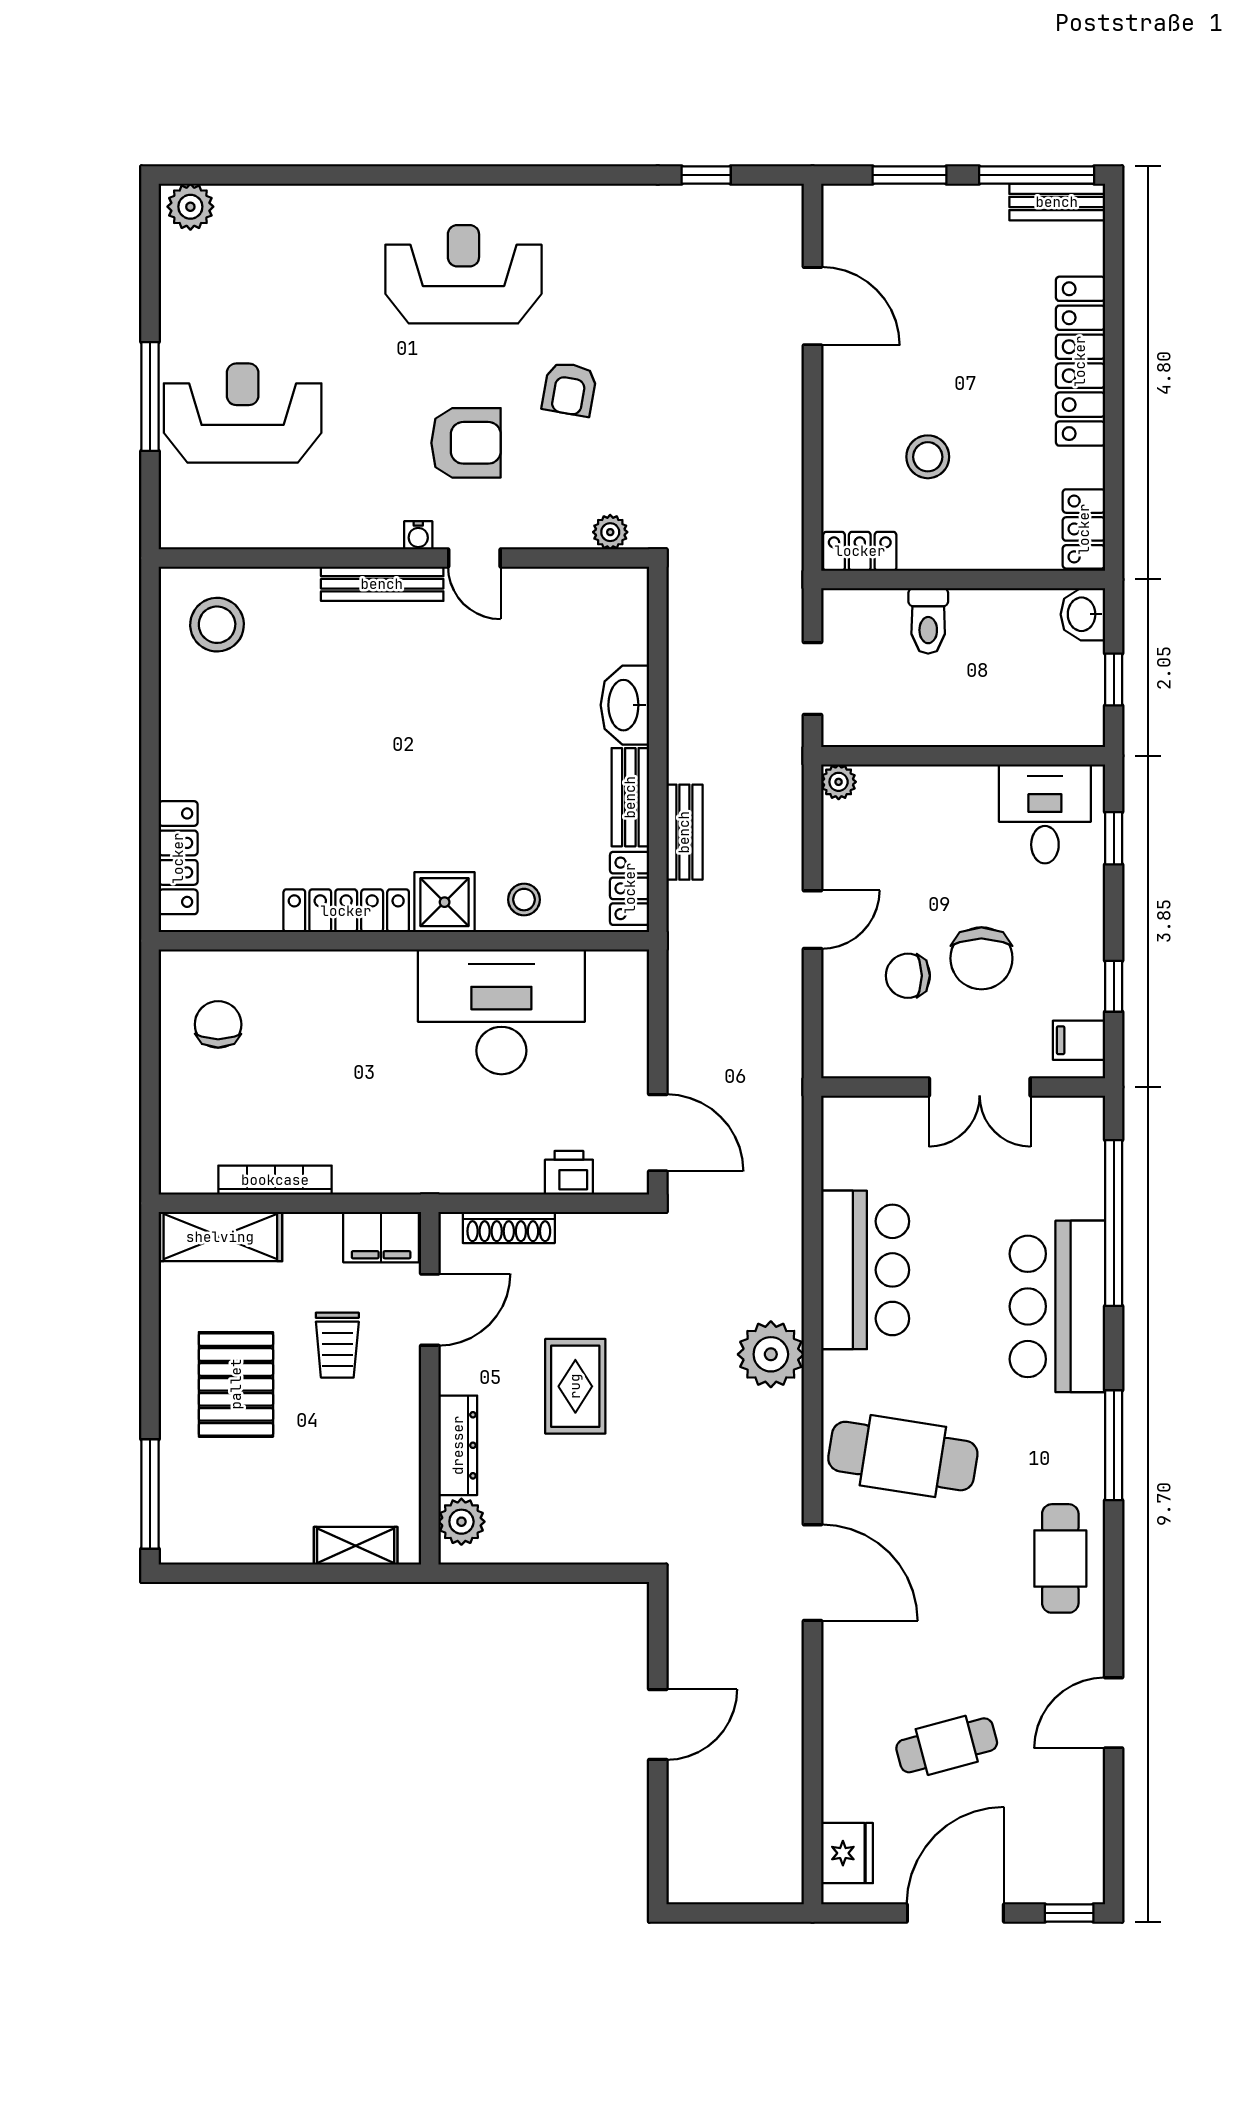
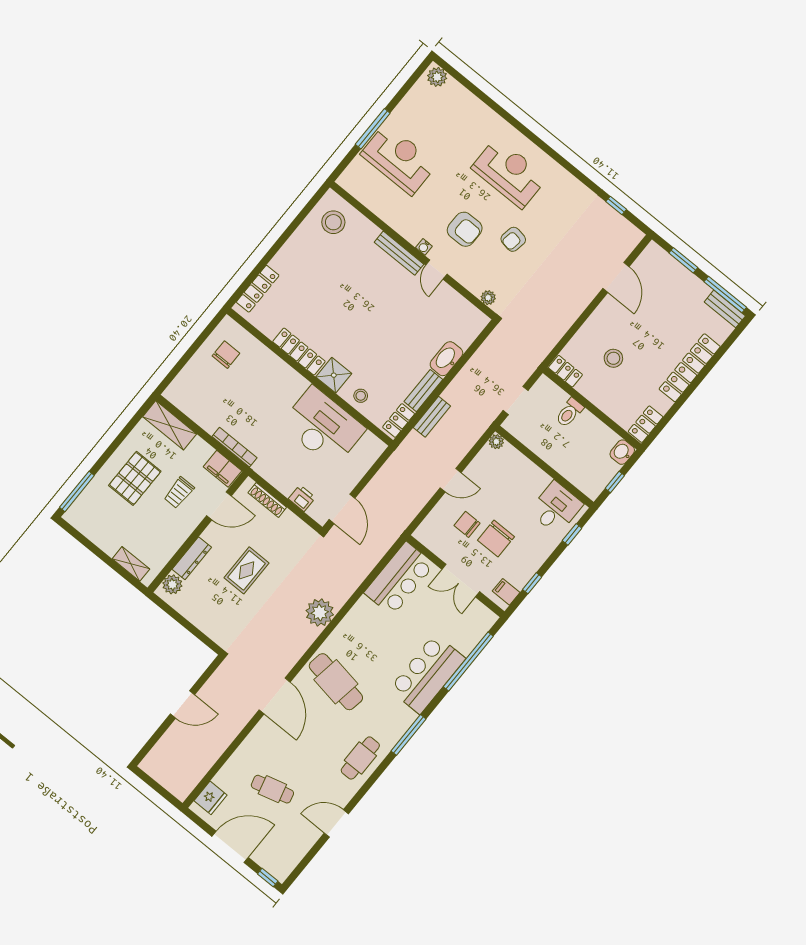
bookcase: (275, 1180) -> (234, 447), moved
bar counter: (865, 1270) -> (399, 579), moved

